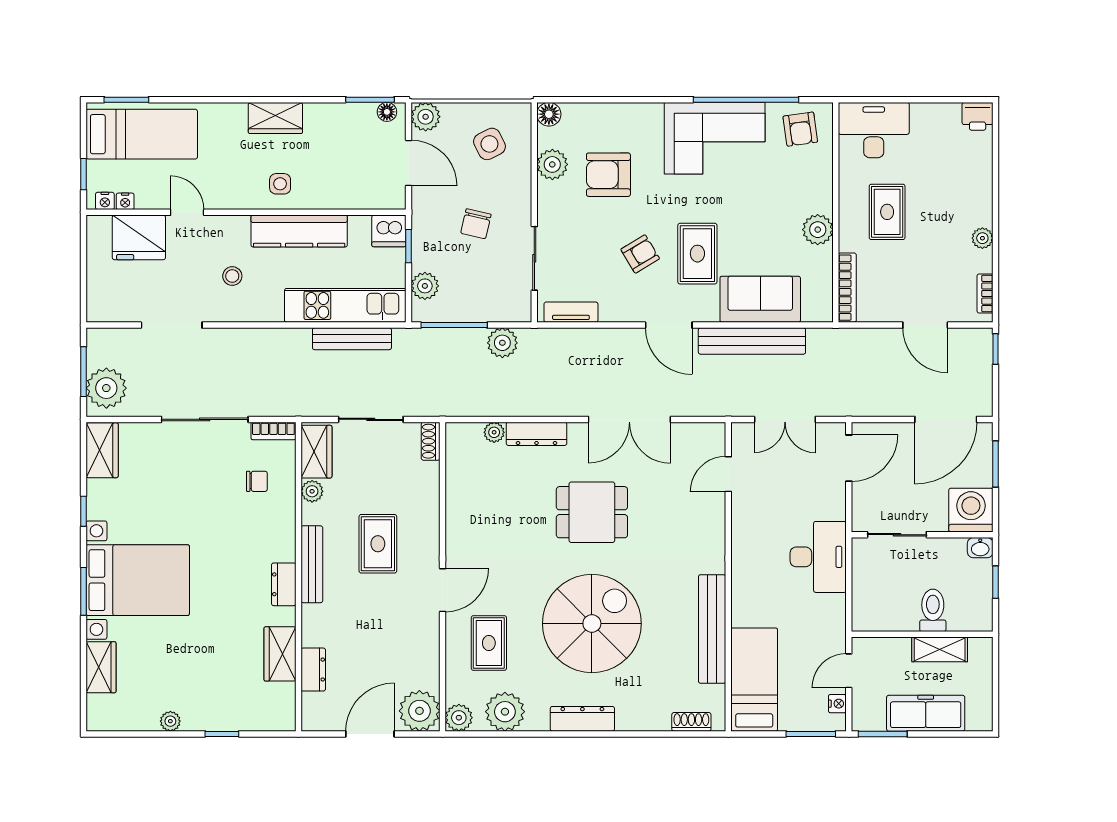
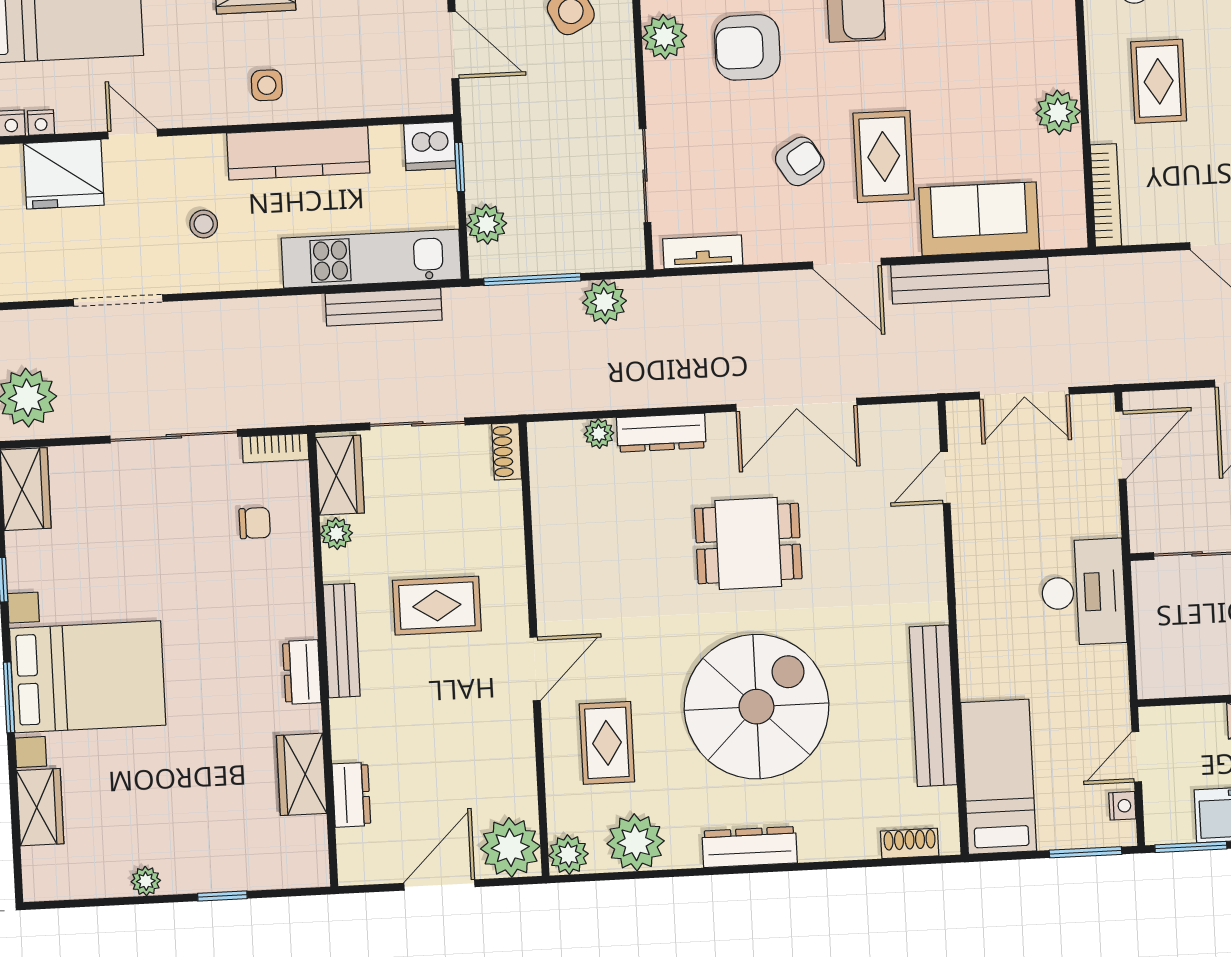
chair: (476, 224) -> (557, 129), removed
rug: (378, 544) -> (437, 606), turned 90

